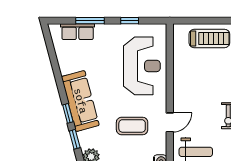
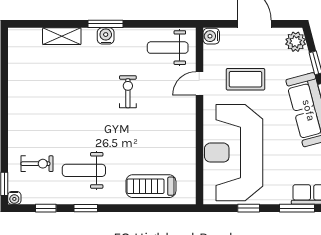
reception desk: (142, 66) -> (234, 153), width x1.36, depth x1.30

